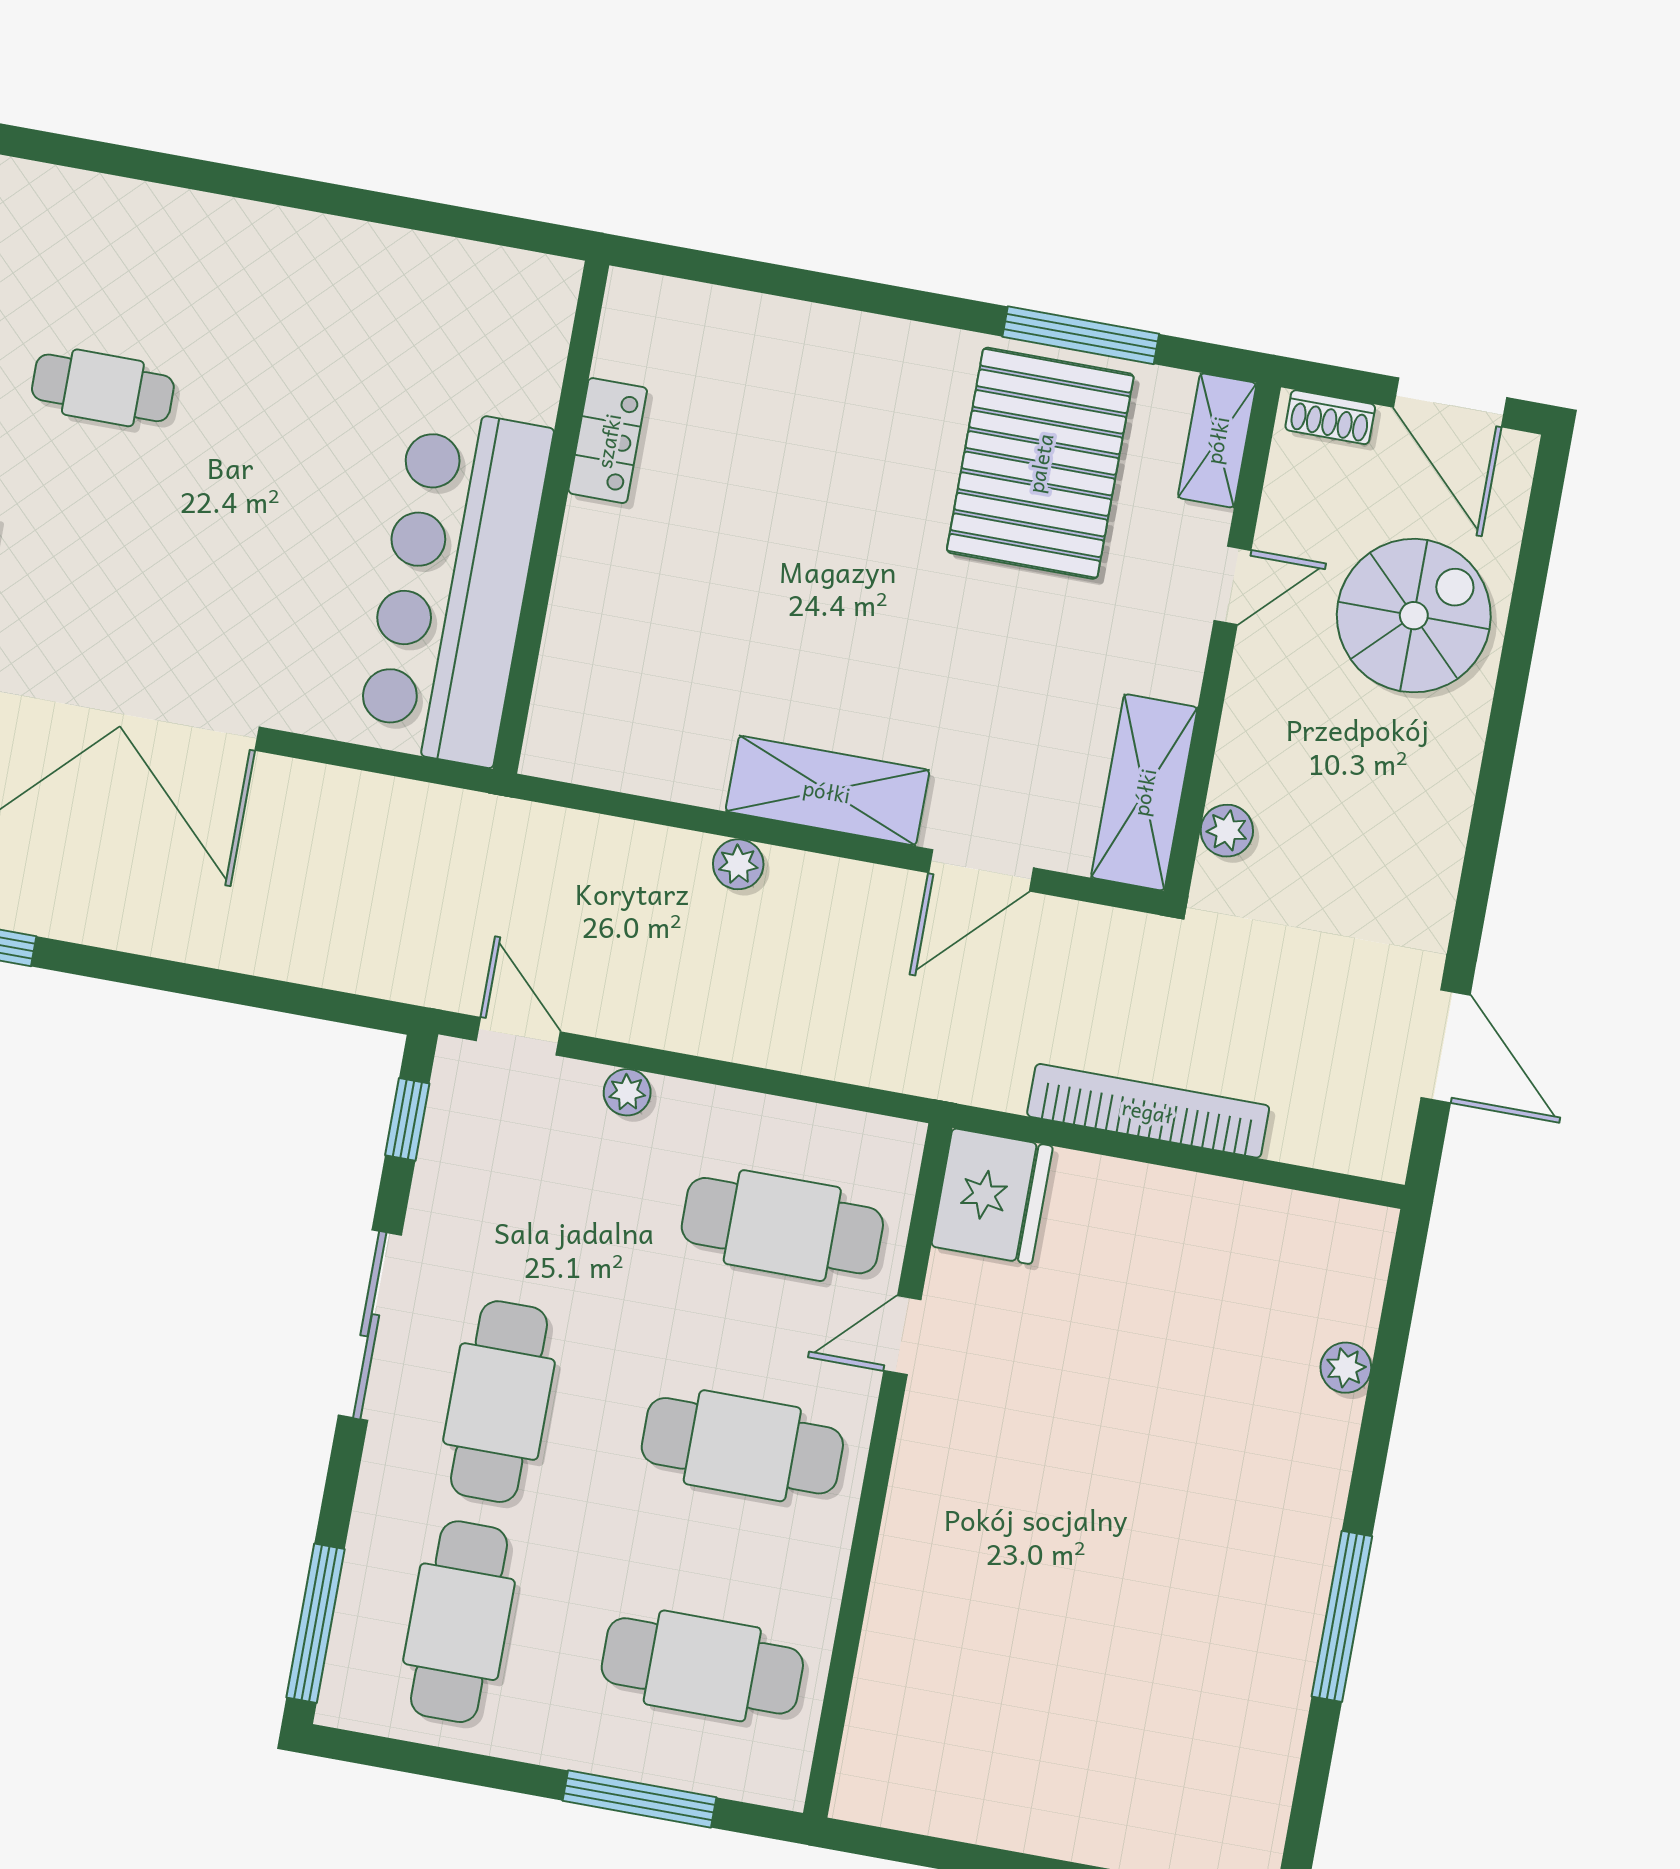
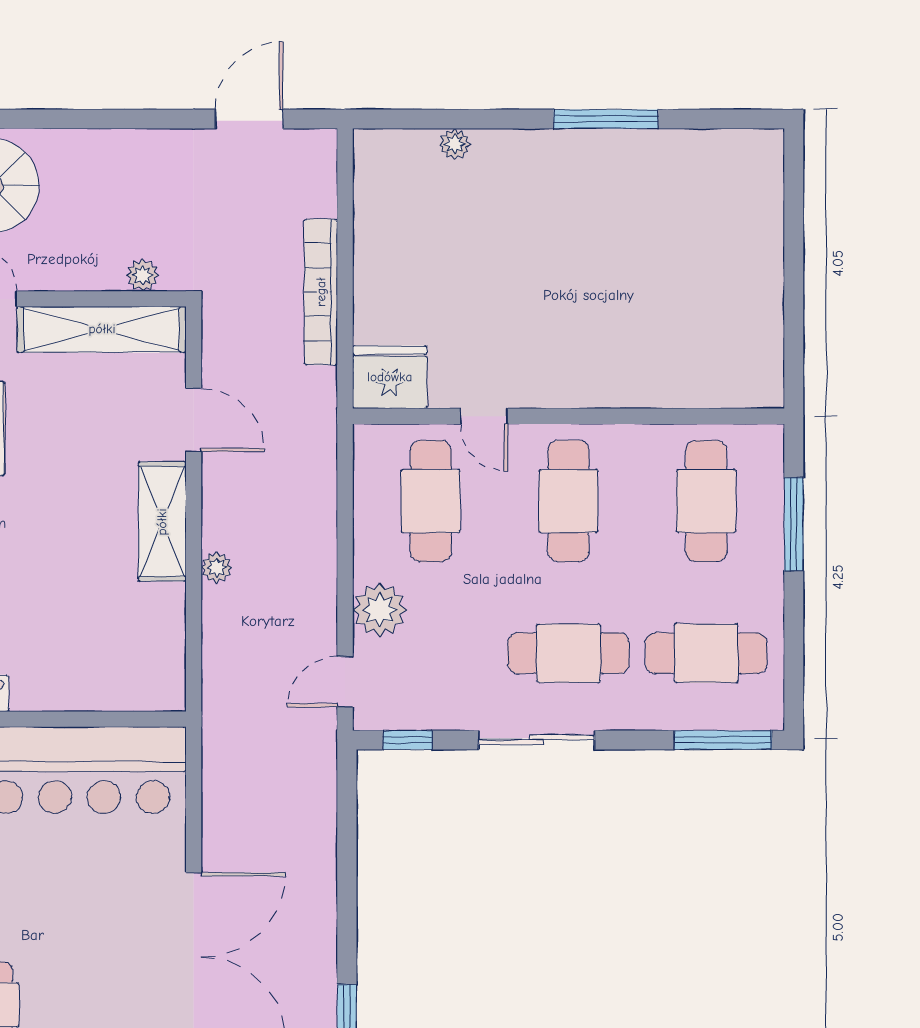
shelving: (1144, 792) -> (102, 329), width x1.47
plant: (627, 1092) -> (380, 610), width x1.88, depth x1.88

